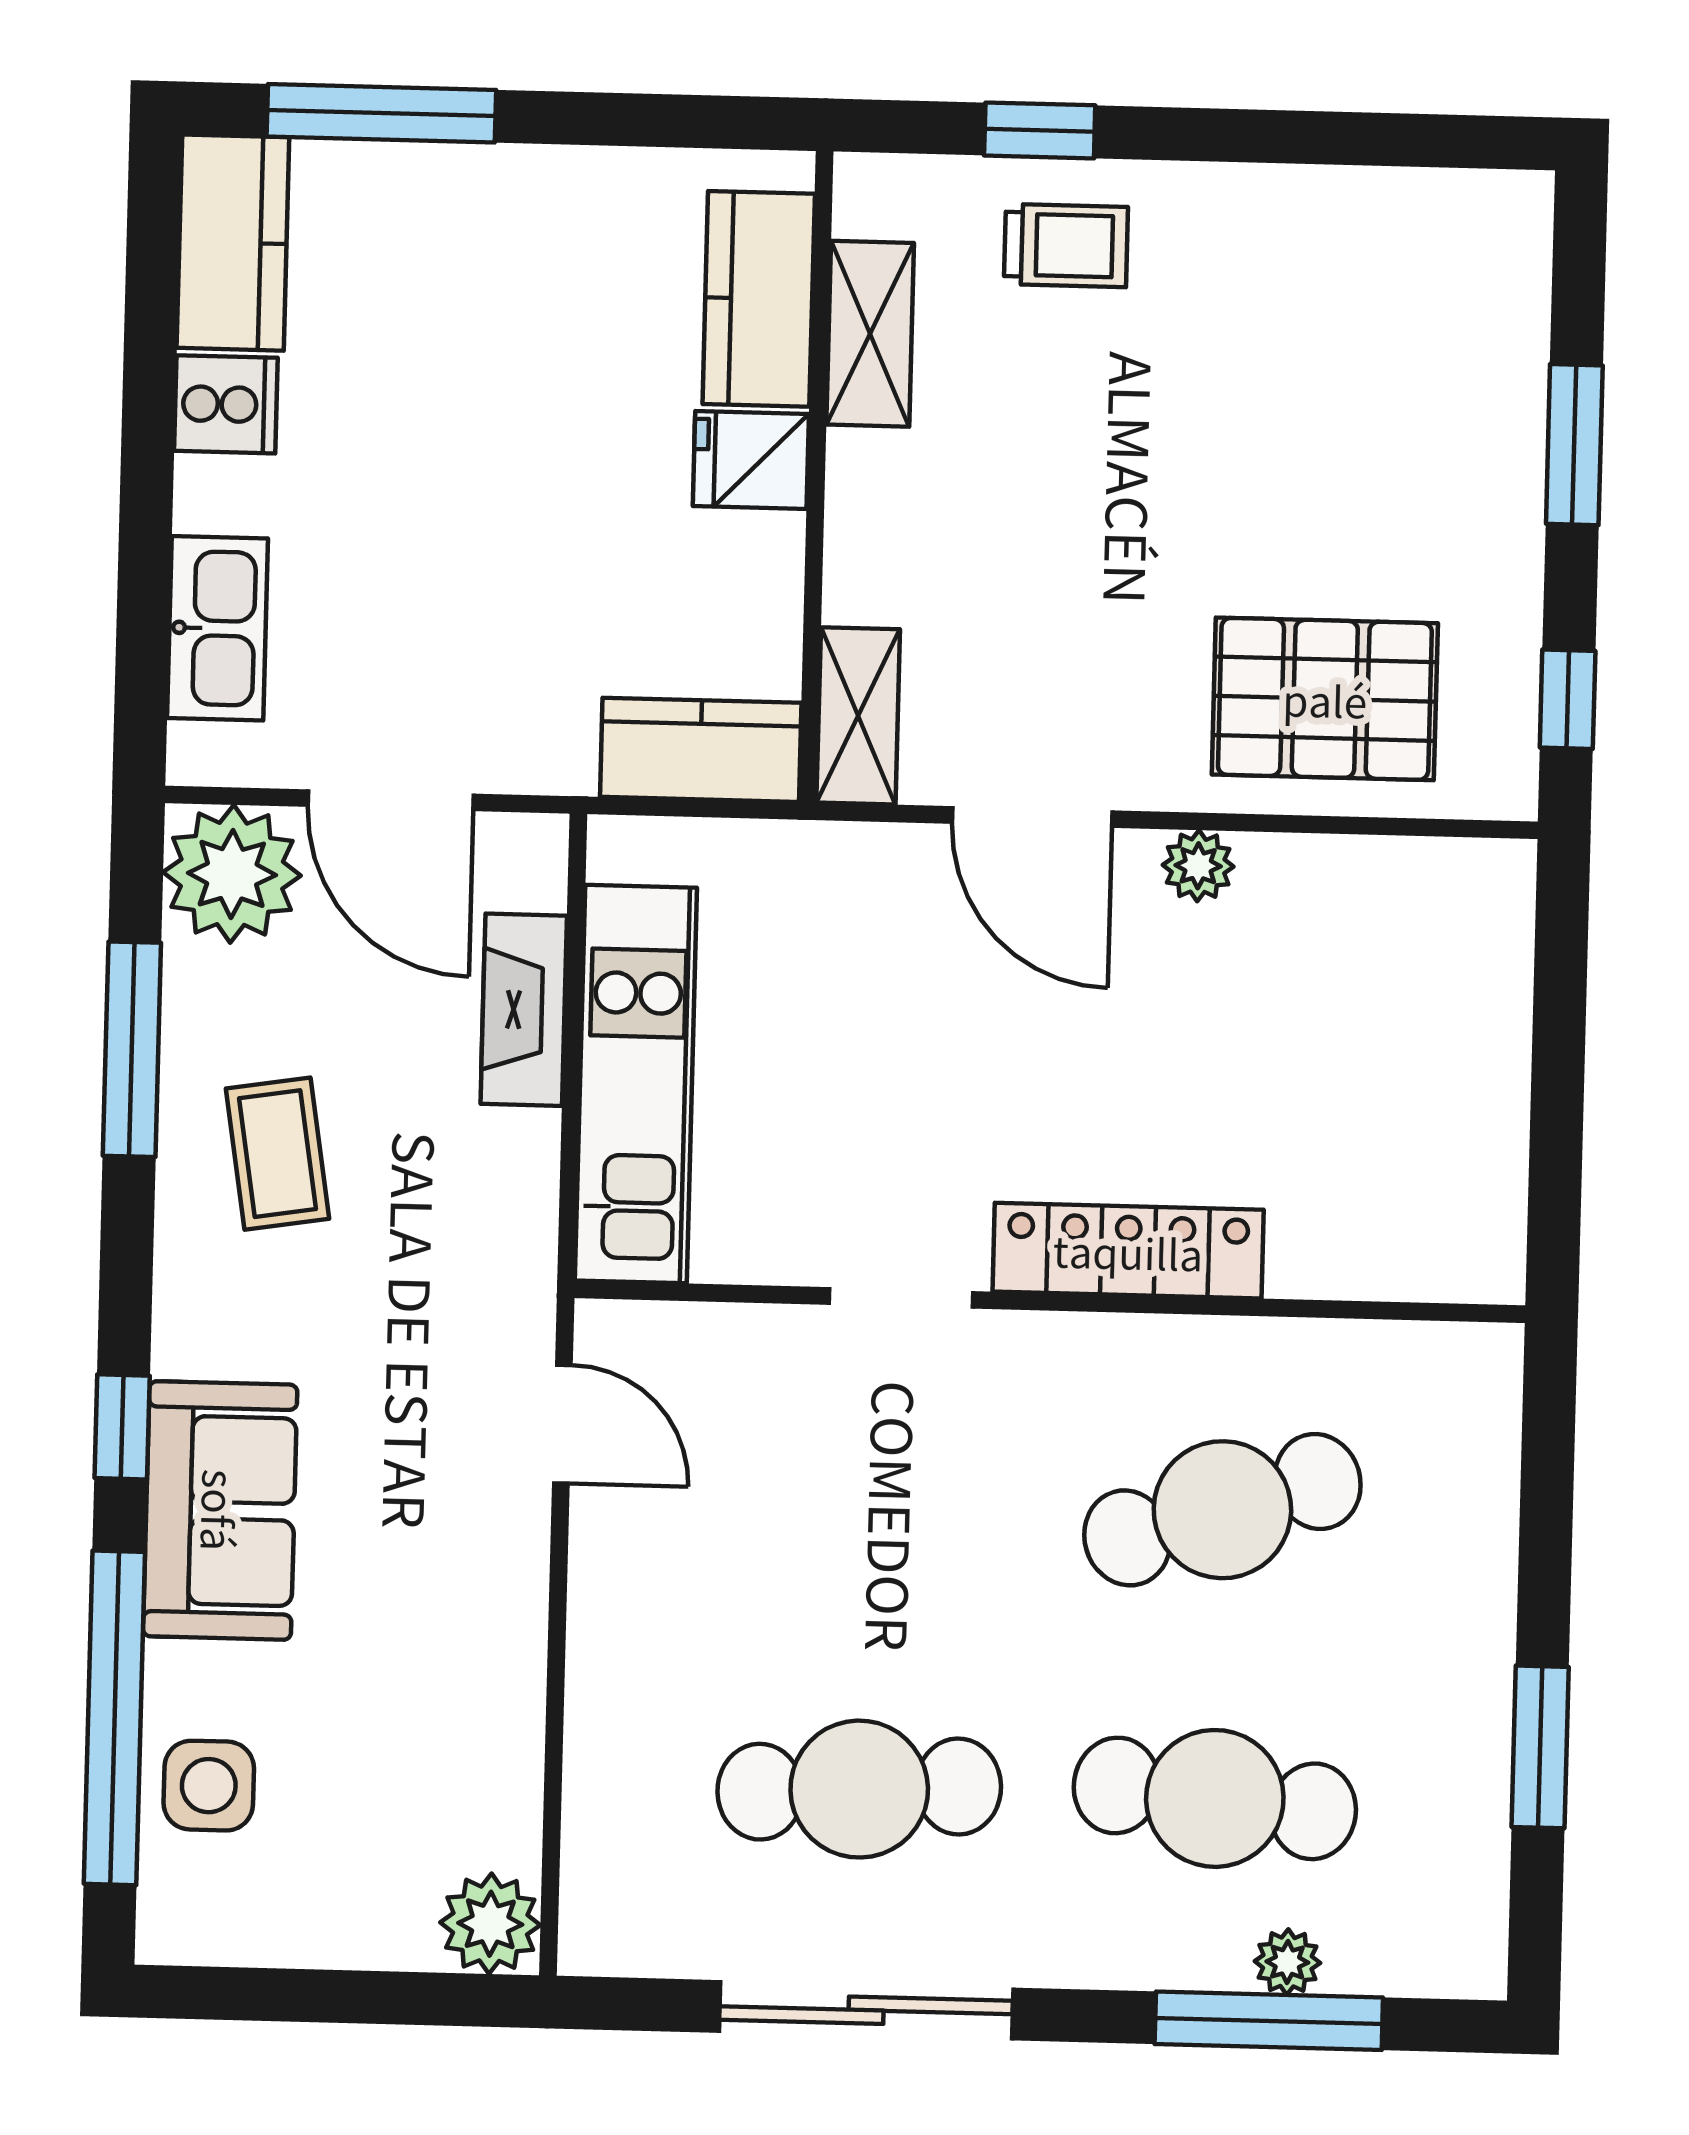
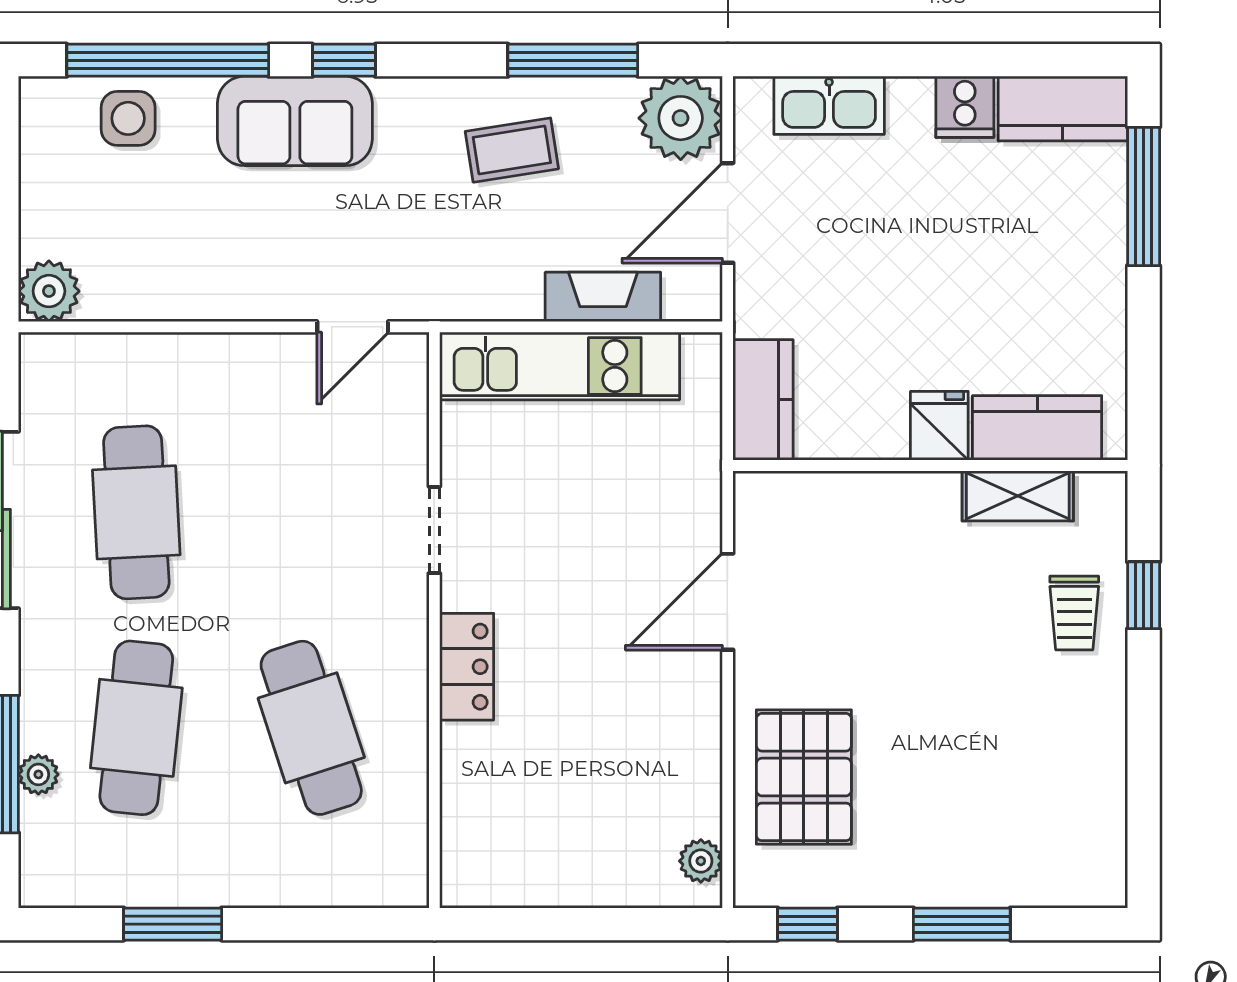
shelving: (858, 716) -> (786, 495), removed
plant: (1198, 866) -> (701, 861), moved
locker: (1128, 1251) -> (467, 667), width x0.66

